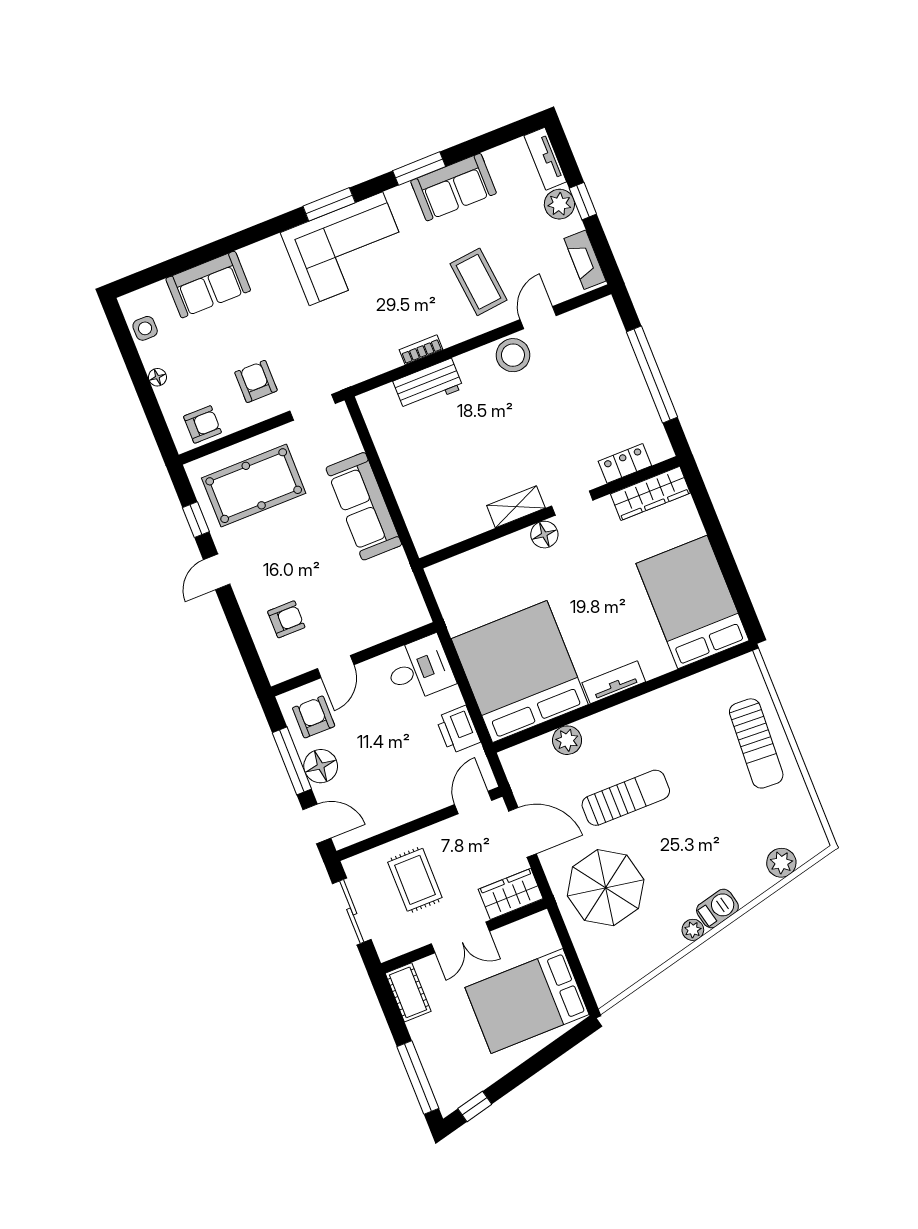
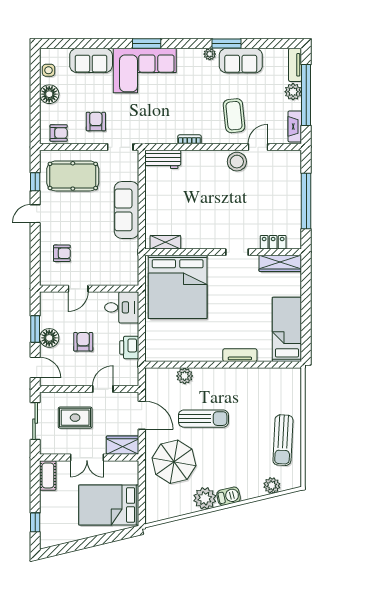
plant: (398, 197) -> (210, 54), added
window: (583, 201) -> (306, 95), width x3.17
window: (329, 204) -> (147, 44), moved
corner sofa: (346, 249) -> (145, 70), moved
floor lamp: (157, 377) -> (49, 94), width x1.89, depth x1.89
workbench: (428, 385) -> (163, 159), moved
shelving: (516, 507) -> (165, 242), moved
floor lamp: (544, 535) -> (216, 263), removed
bed: (693, 602) -> (287, 329), width x0.67
bed: (520, 672) -> (178, 287), moved, turned 180
tv unit: (614, 682) -> (240, 355), moved
armchair: (314, 717) -> (83, 342), moved
sun lounger: (756, 743) -> (283, 440), moved
window: (292, 761) -> (35, 329), width x0.69
door: (473, 802) -> (103, 389), moved
rug: (415, 880) -> (75, 418), turned 90
plant: (693, 930) -> (205, 498), width x1.88, depth x1.88
window: (418, 1077) -> (35, 522), width x0.46
window: (475, 1106) -> (59, 550), removed

